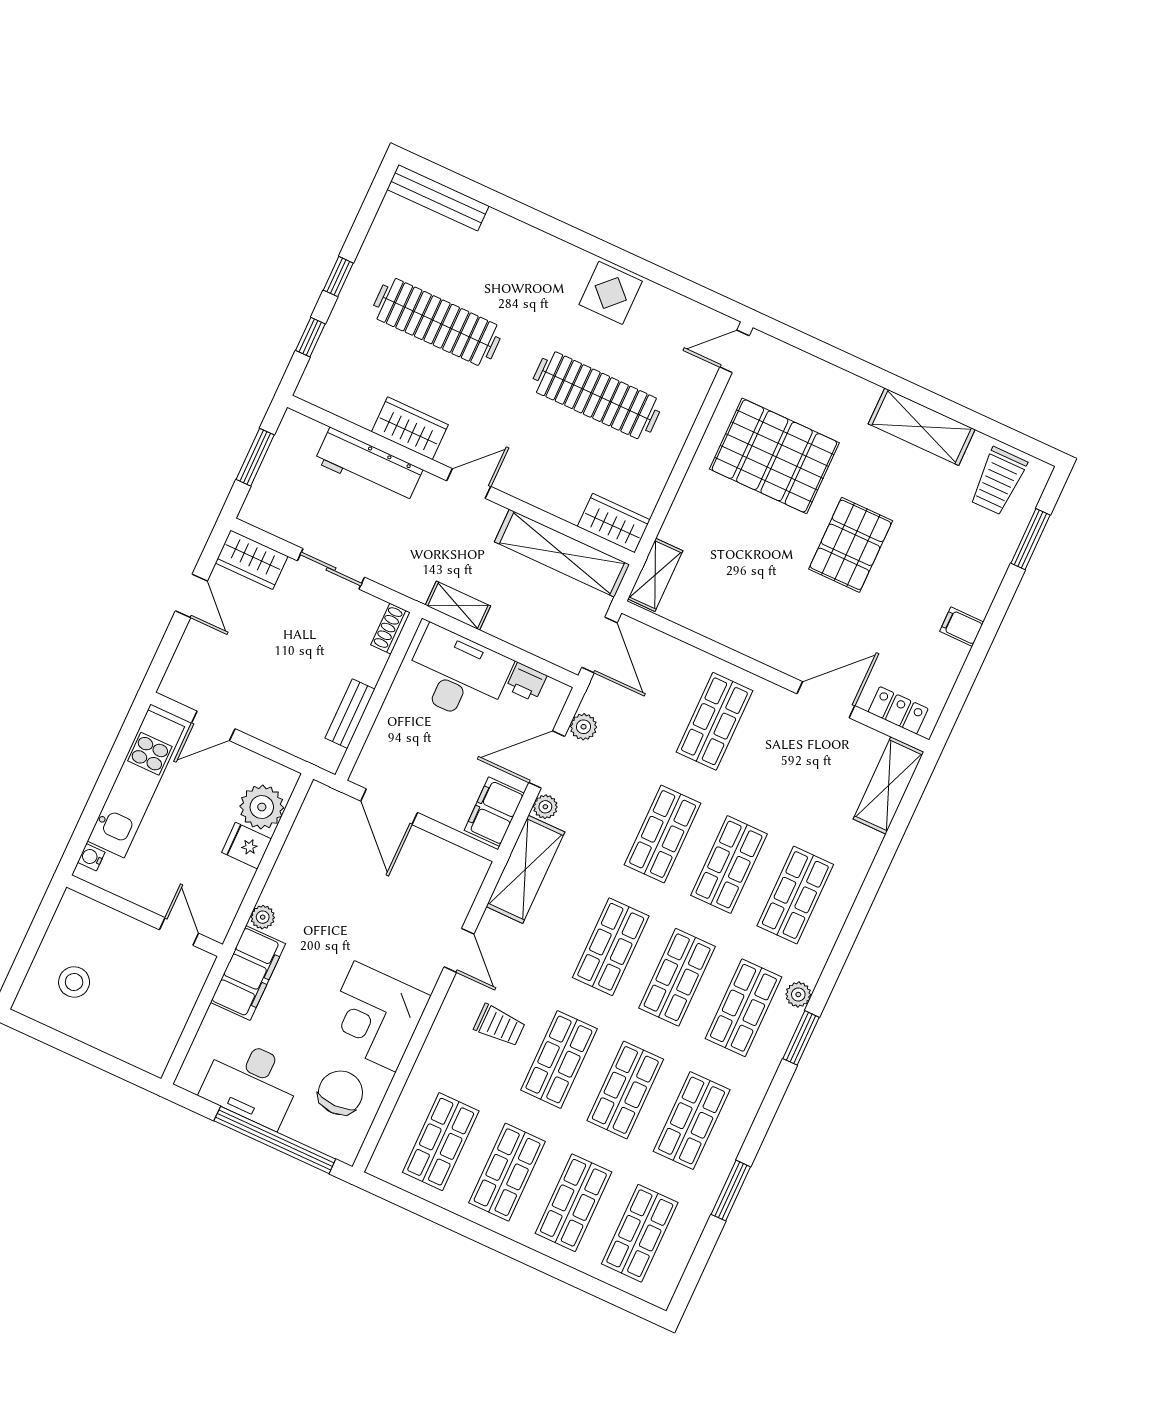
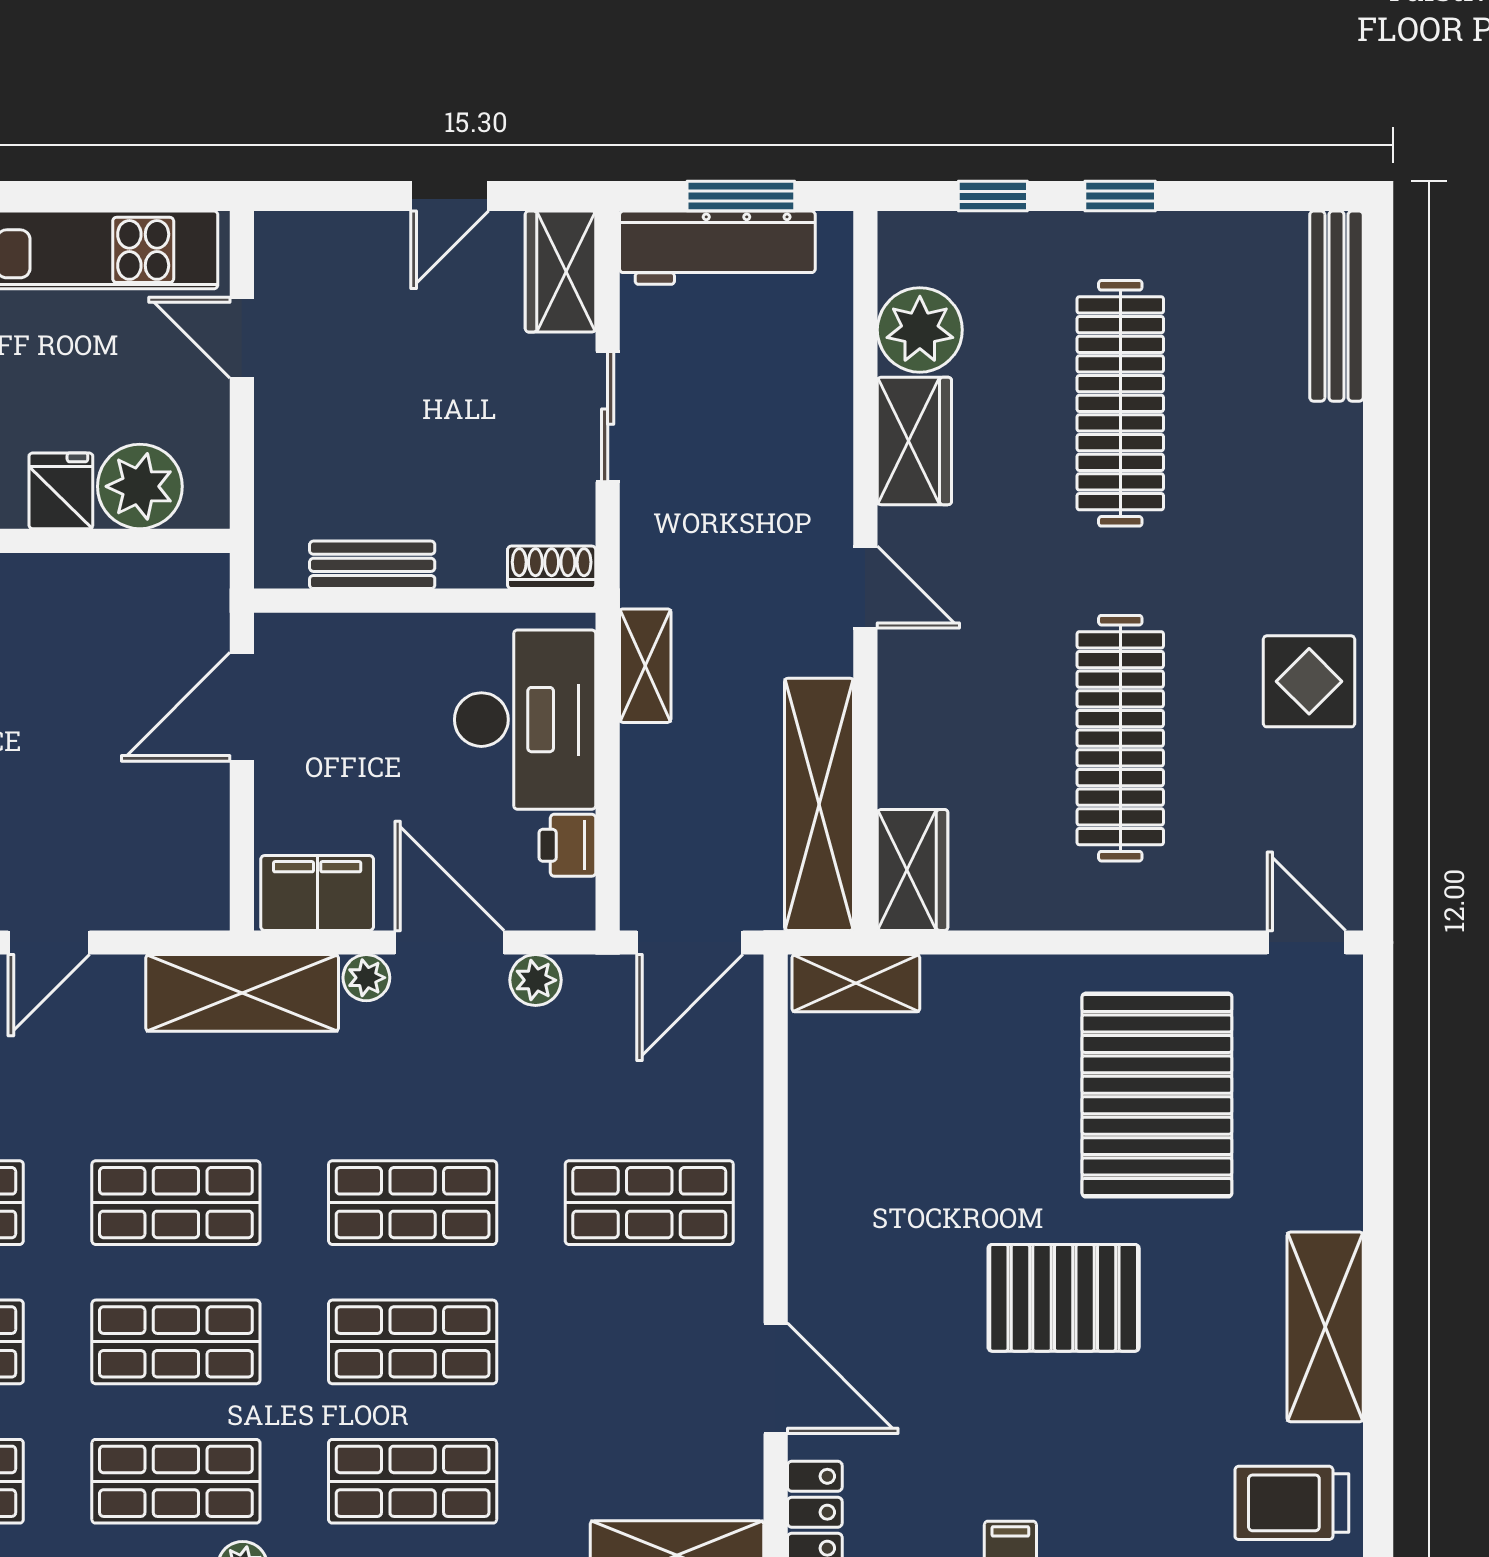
plant: (358, 401) -> (920, 330), added
workbench: (369, 466) -> (717, 248), moved, turned -90

